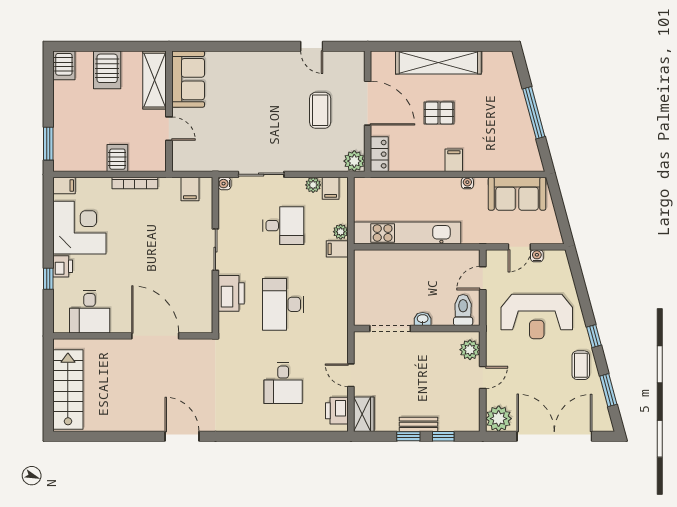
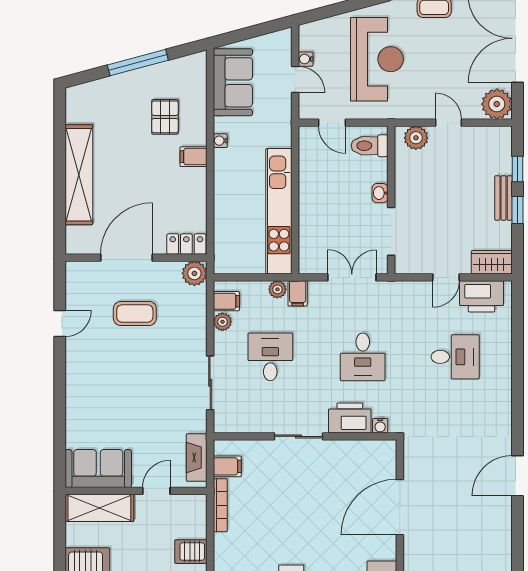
pallet: (439, 113) -> (165, 117), moved
fireplace: (197, 163) -> (197, 457), added
bookcase: (135, 183) -> (220, 505), moved
water cooler: (225, 184) -> (380, 426), moved
double door: (351, 295) -> (352, 277), added
desk: (283, 304) -> (363, 357), width x0.73
printer: (337, 411) -> (482, 296), width x1.37, depth x1.19

